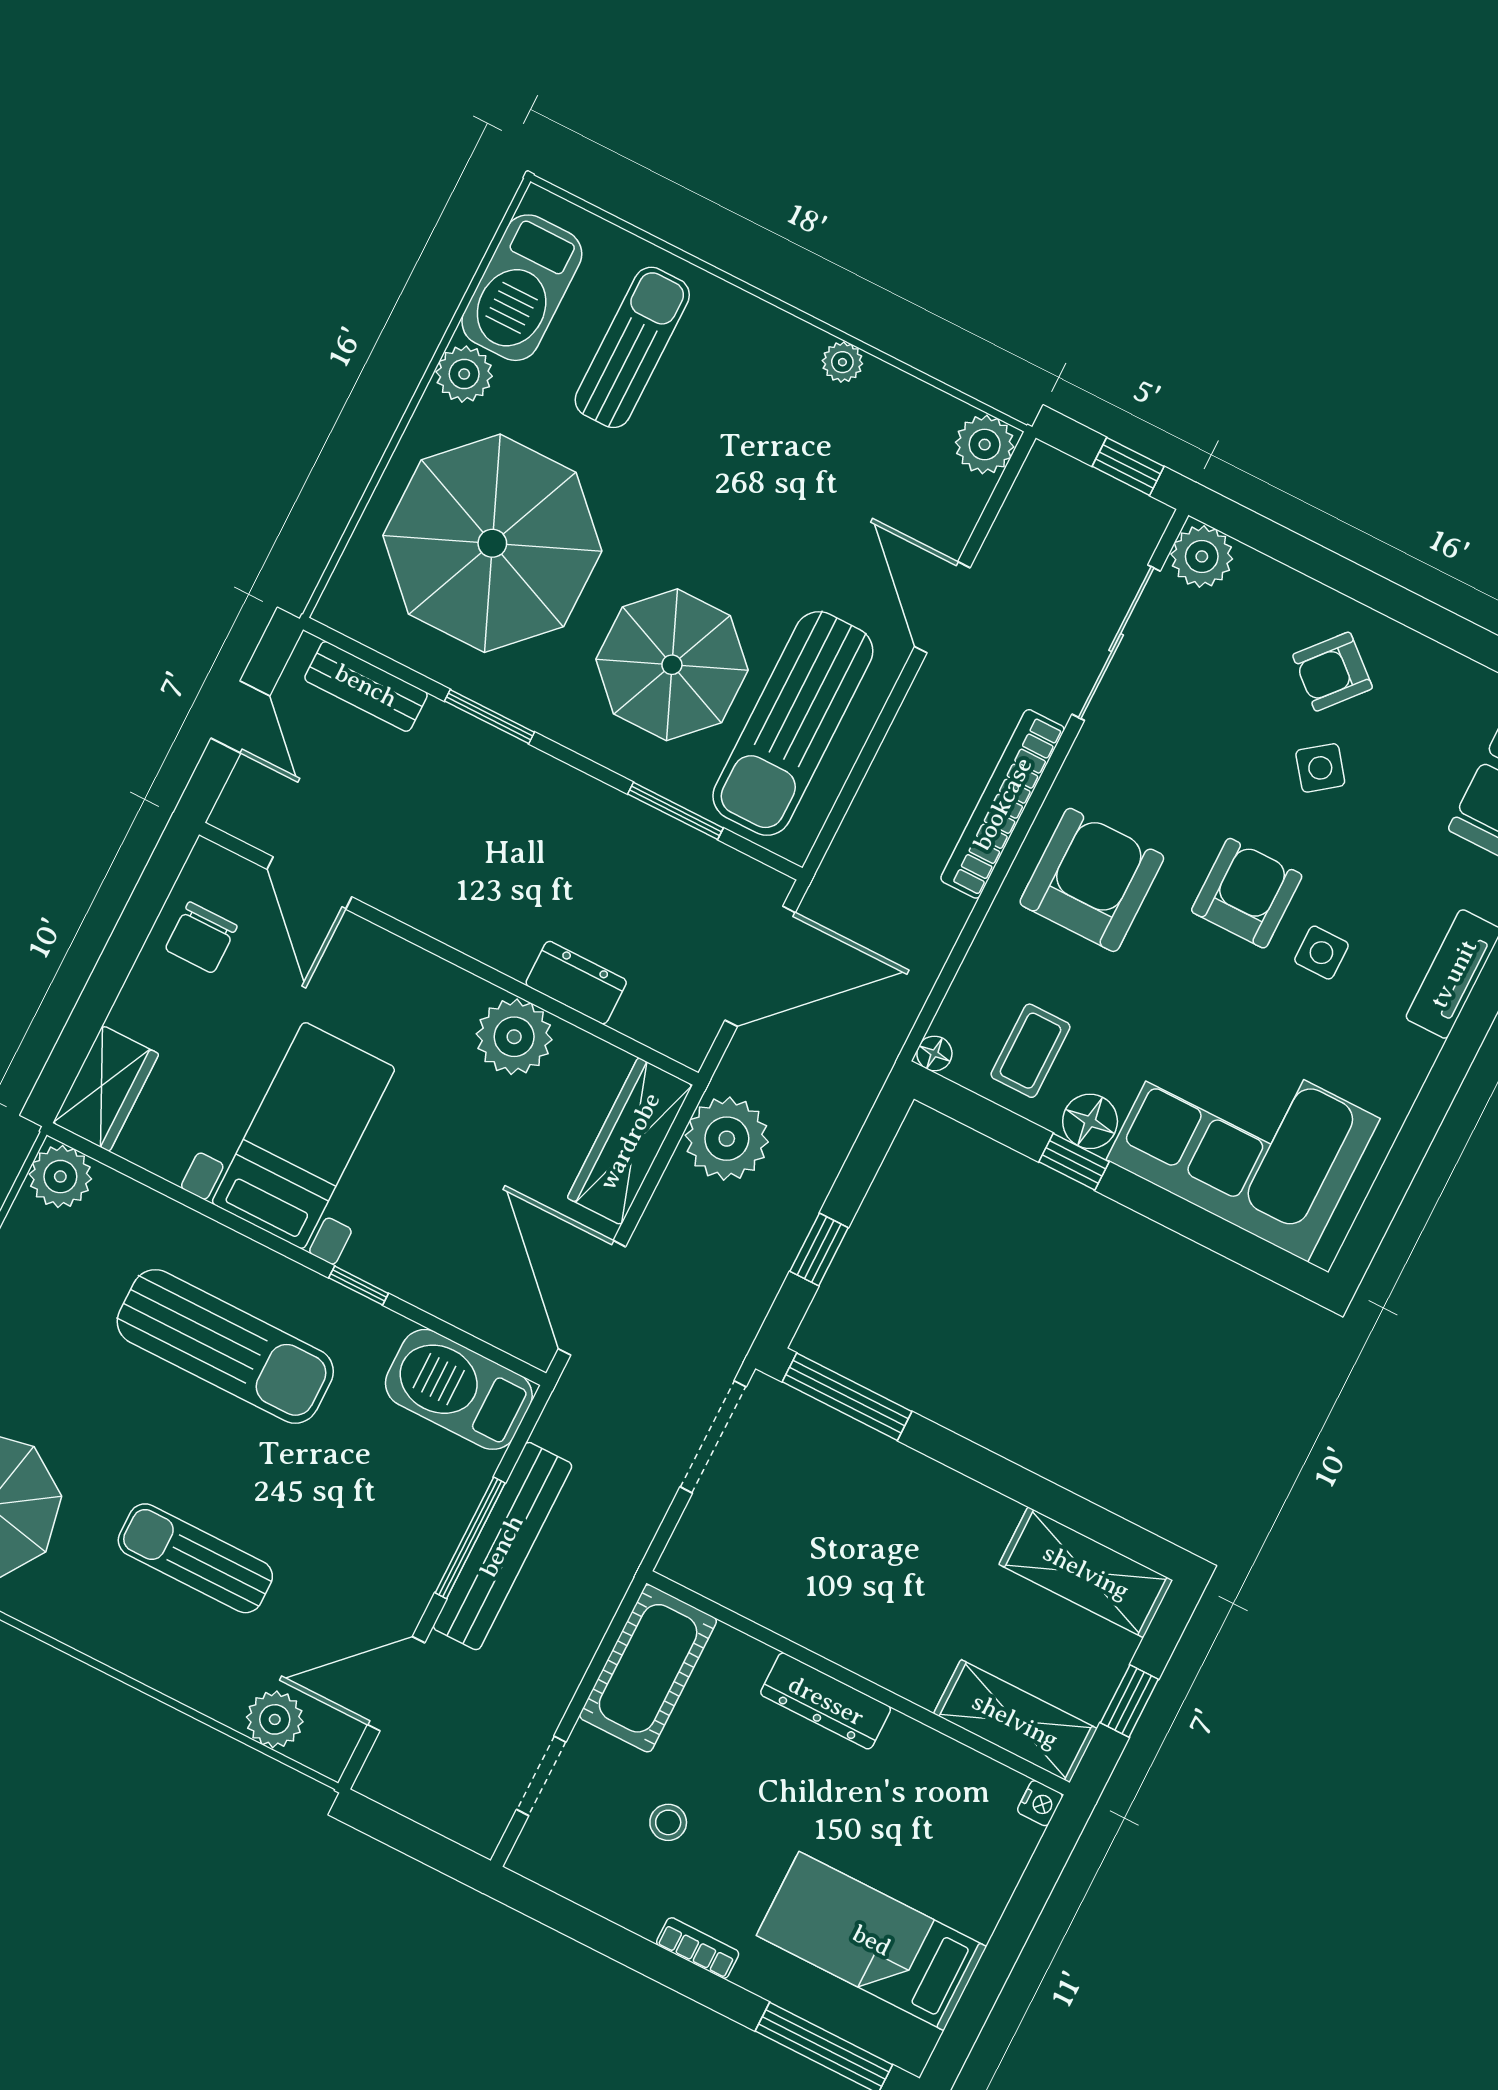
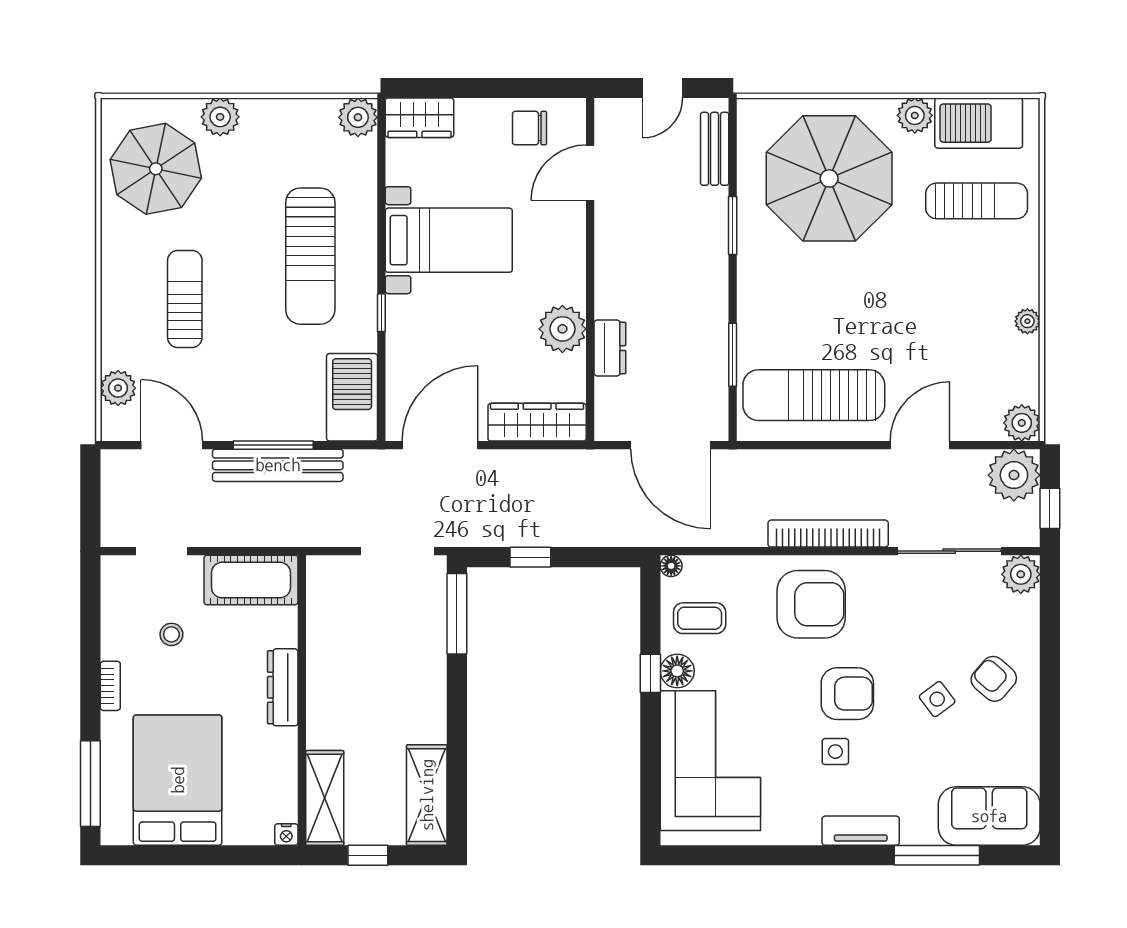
parasol: (672, 665) -> (812, 312), removed
plant: (727, 1139) -> (1014, 475), moved
bed: (872, 1941) -> (178, 780), width x1.50

